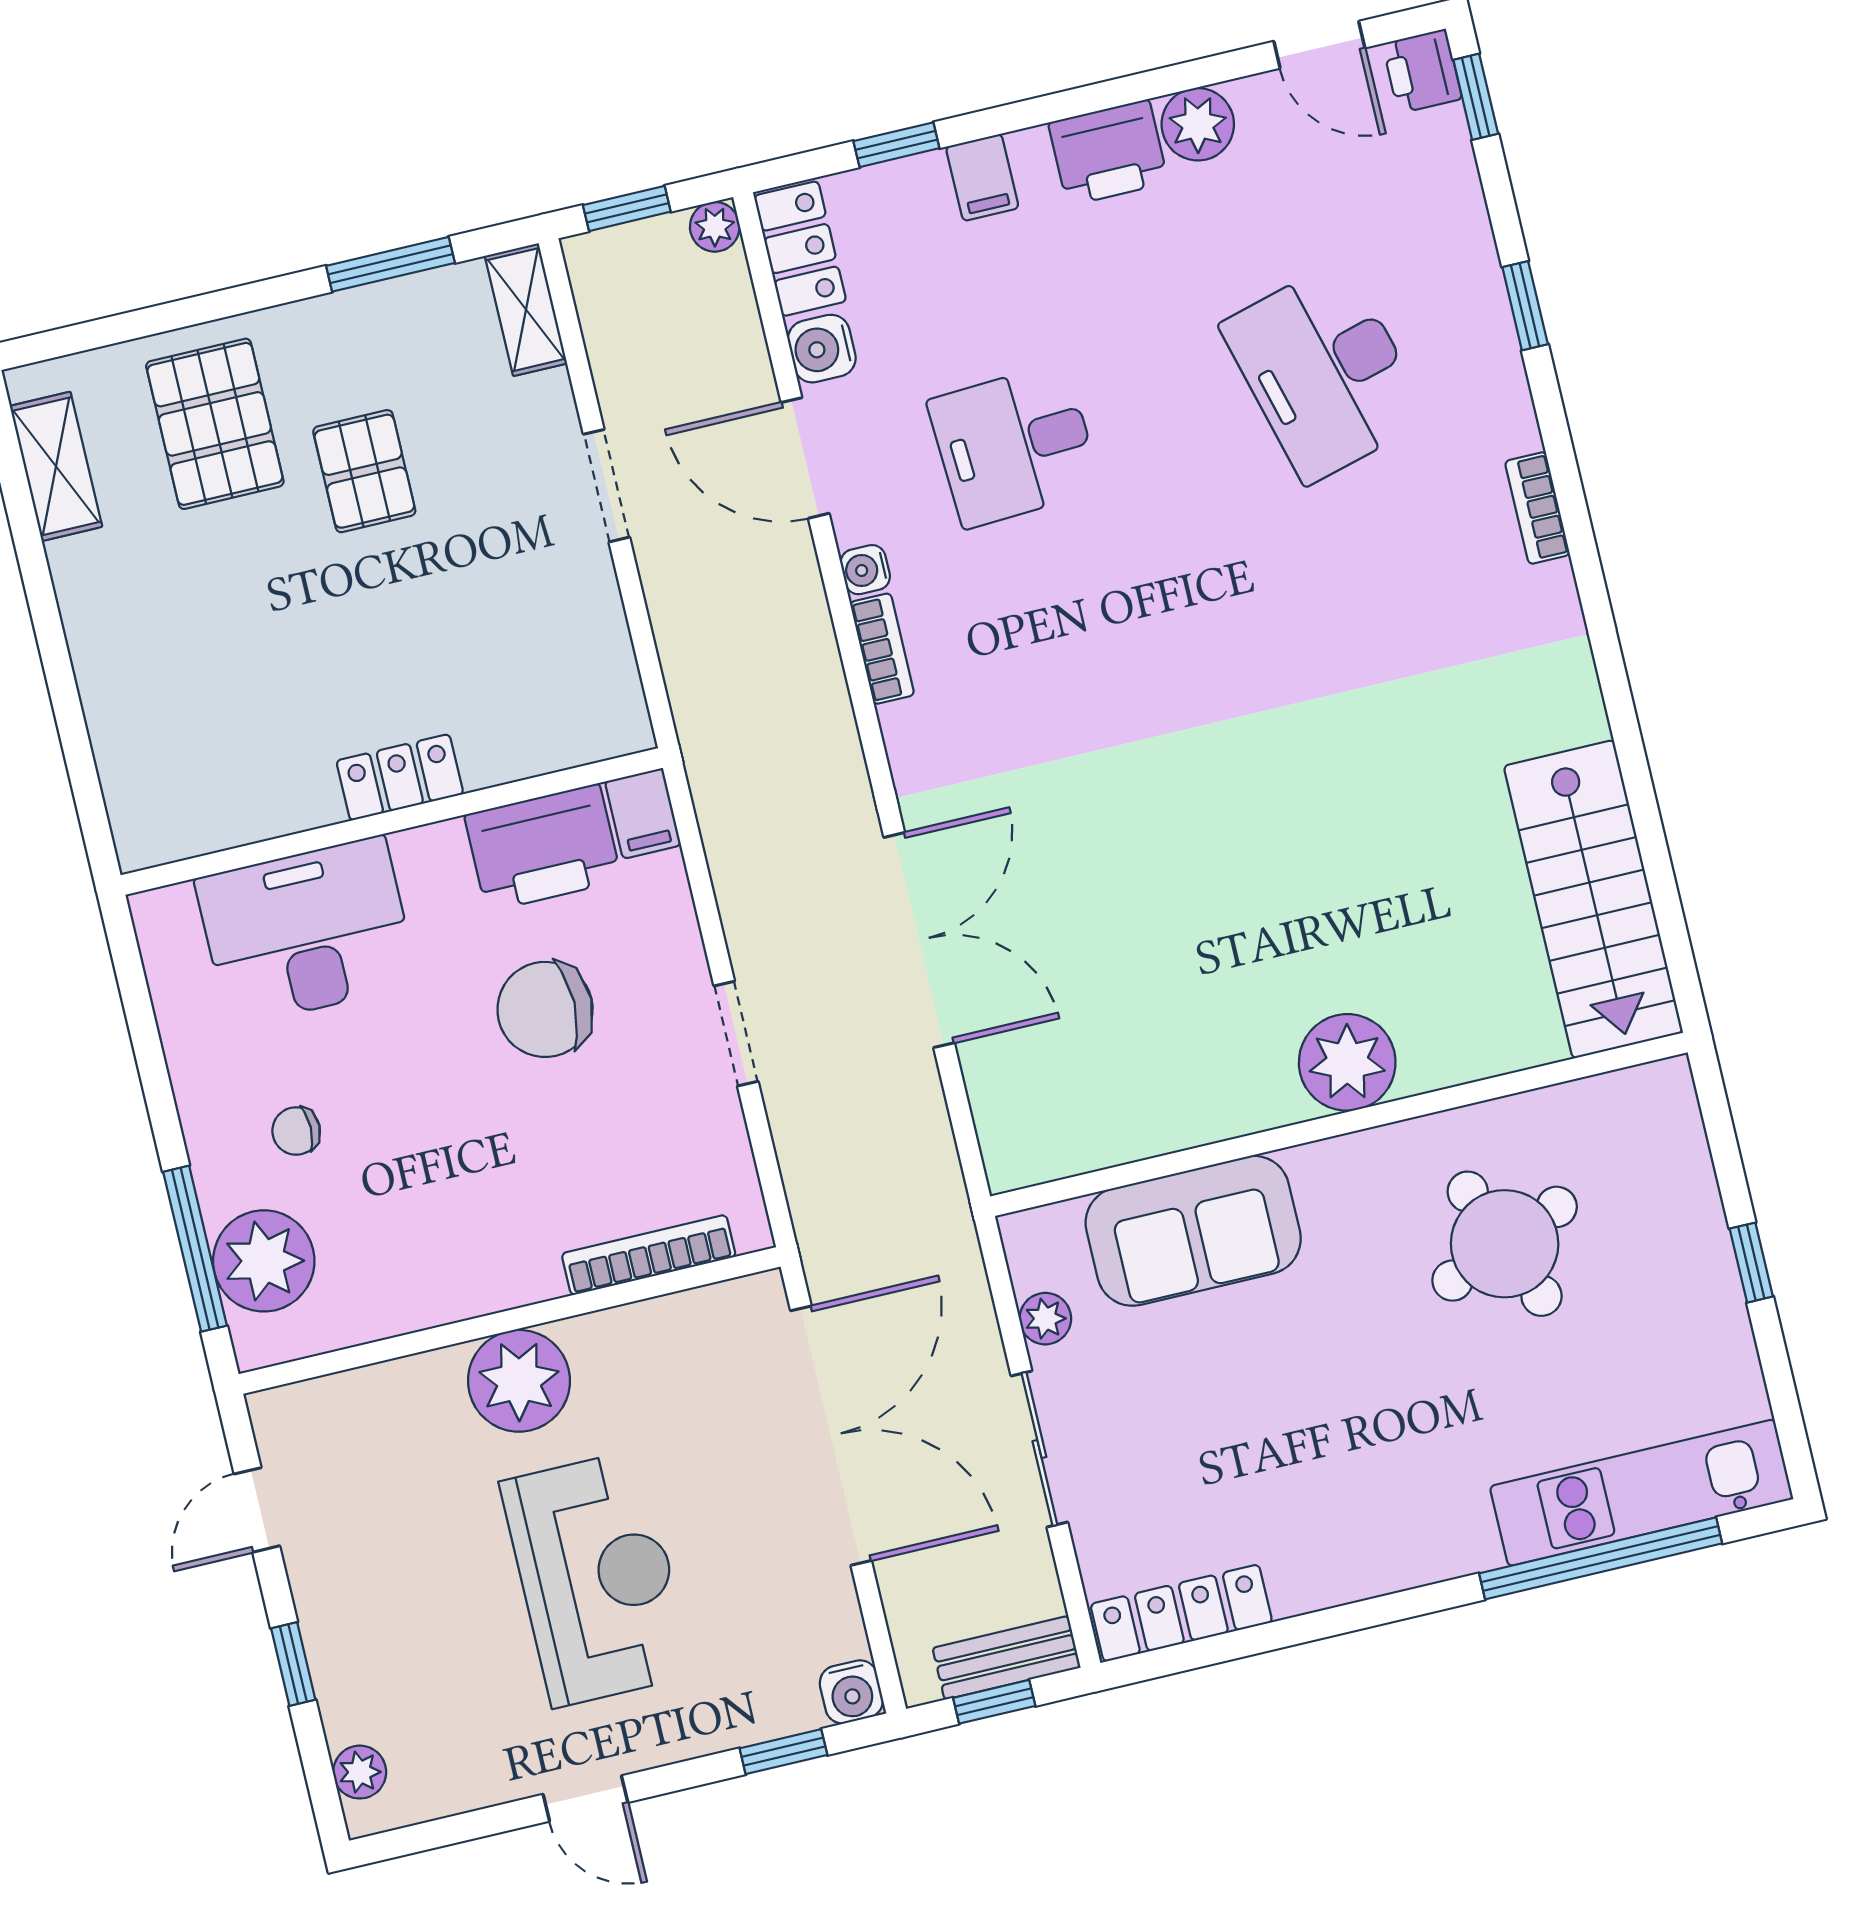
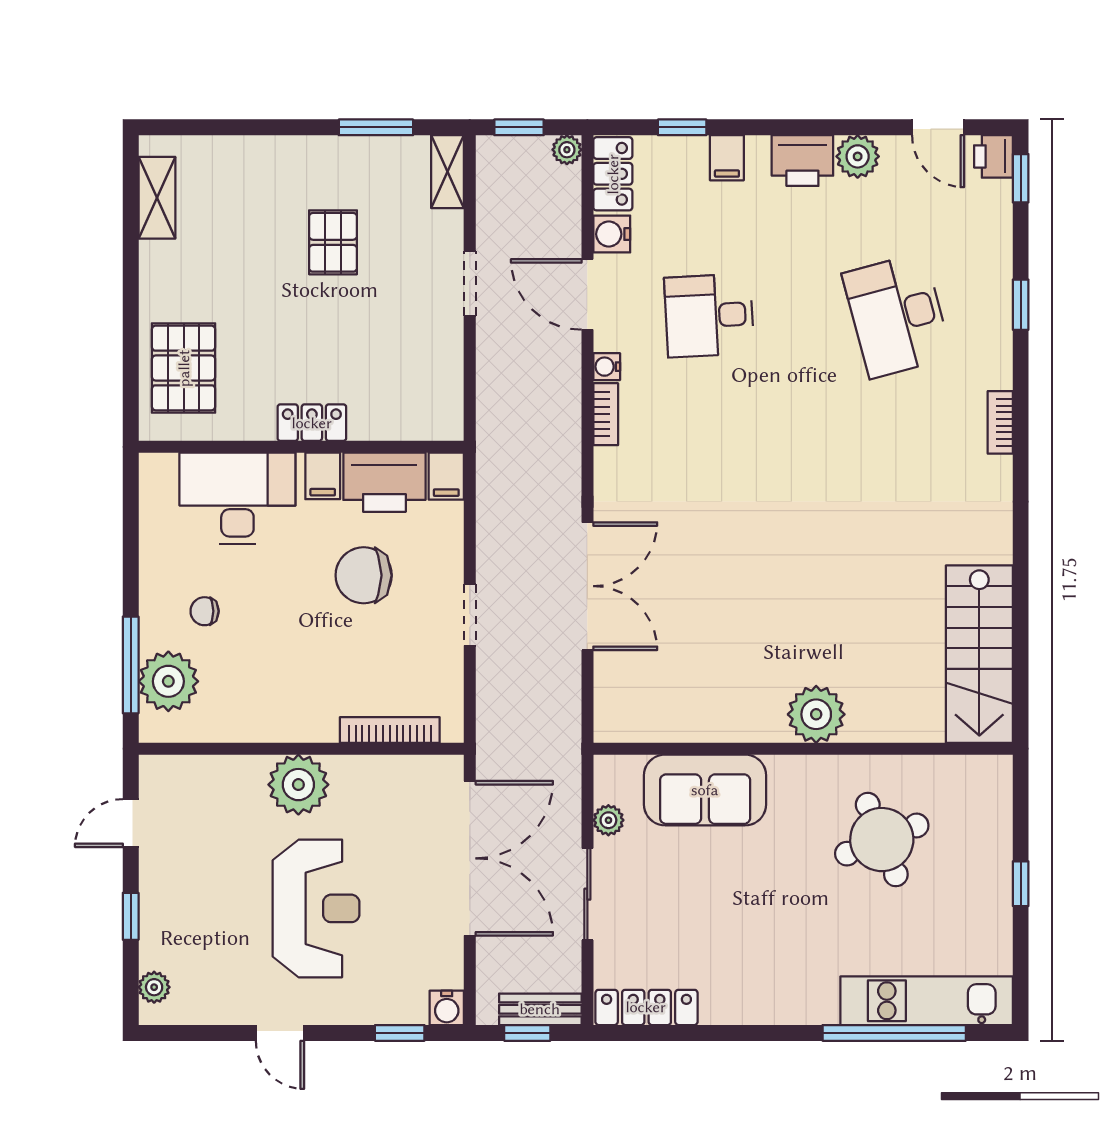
pallet: (215, 424) -> (184, 368), moved
filing cabinet: (439, 861) -> (323, 476), added

